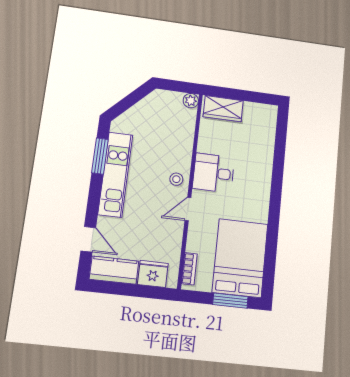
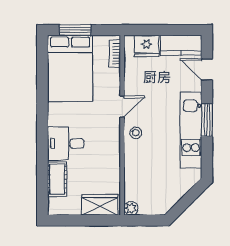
cot: (265, 141) -> (57, 179), added
window: (100, 156) -> (207, 120), moved
desk: (214, 173) -> (66, 143), moved, turned 180

